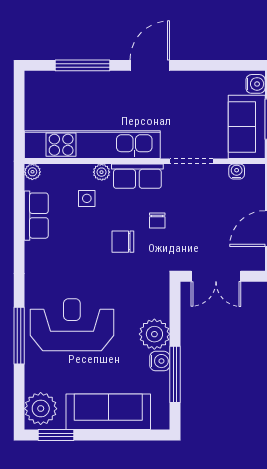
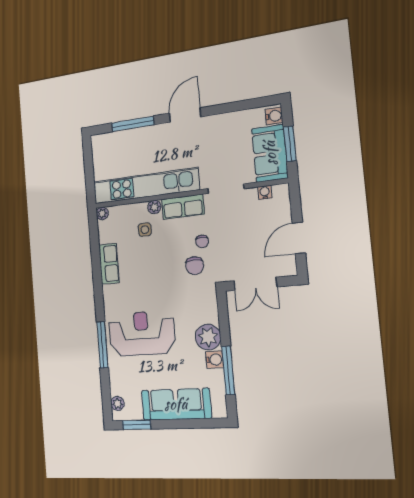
row of seats: (36, 216) -> (109, 264), moved
chair: (123, 242) -> (195, 266), moved, turned -90
plant: (41, 409) -> (117, 403), width x0.53, depth x0.53

